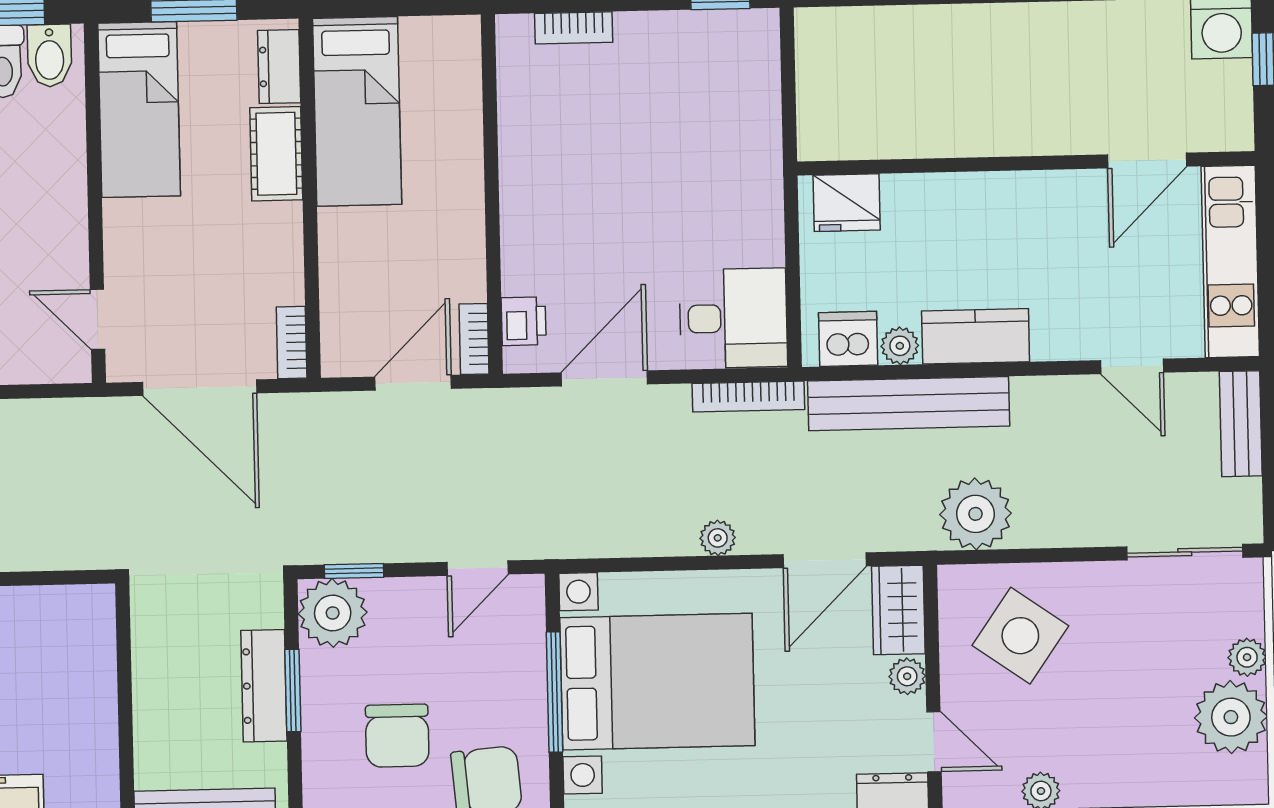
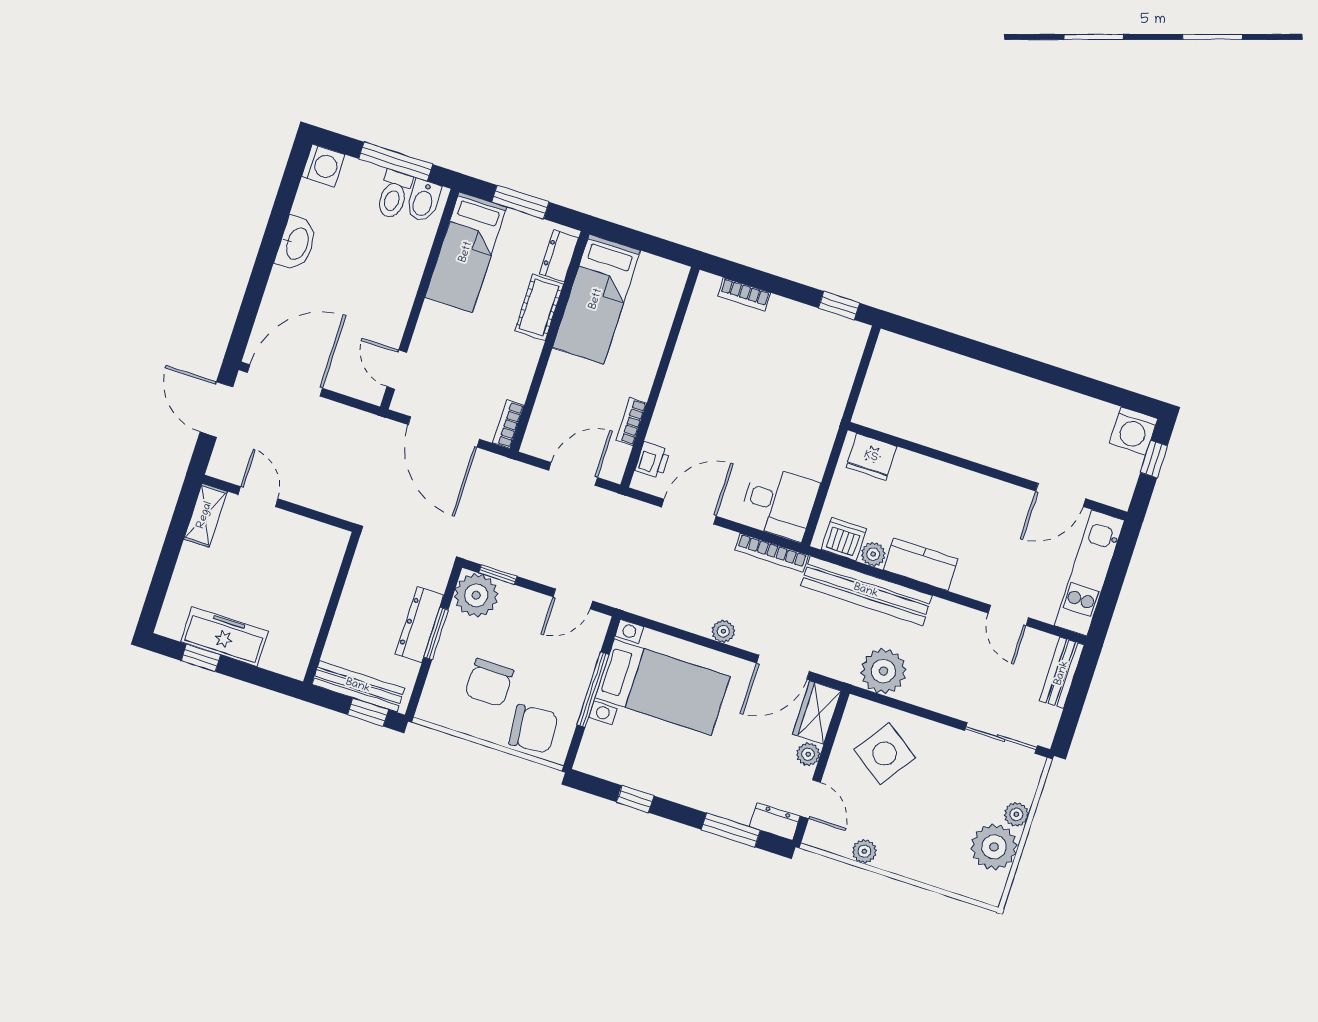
bookcase: (474, 339) -> (631, 422), moved
bed with nightstands: (657, 682) -> (663, 687), width x0.73

